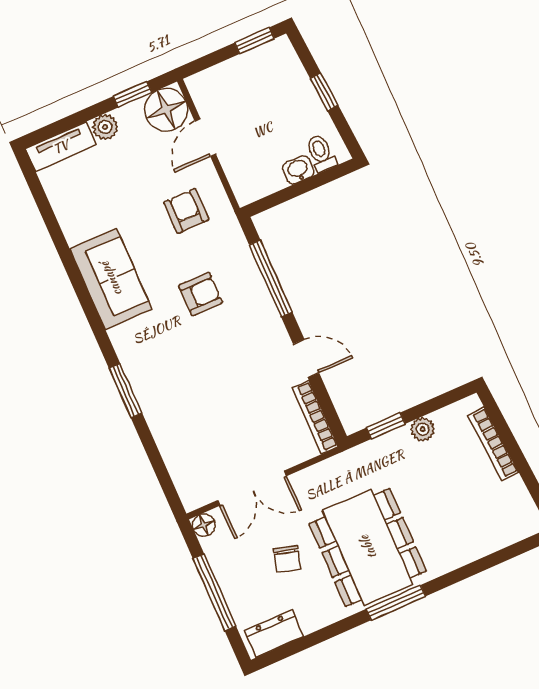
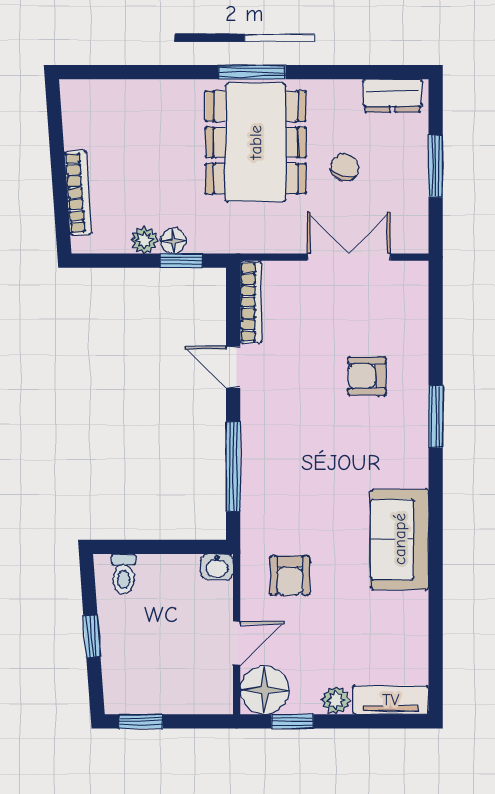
washbasin: (298, 170) -> (217, 567), moved
armchair: (201, 294) -> (367, 376), moved
floor lamp: (204, 525) -> (173, 241), moved
window: (214, 592) -> (436, 166), width x0.69

